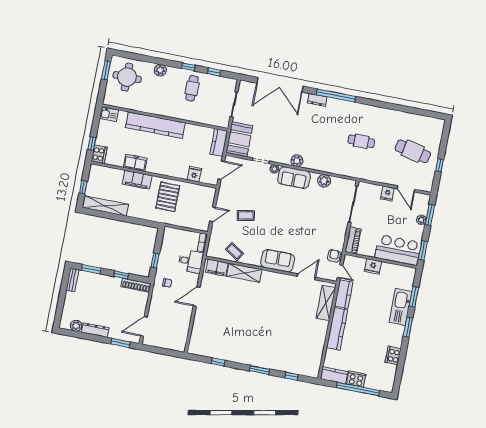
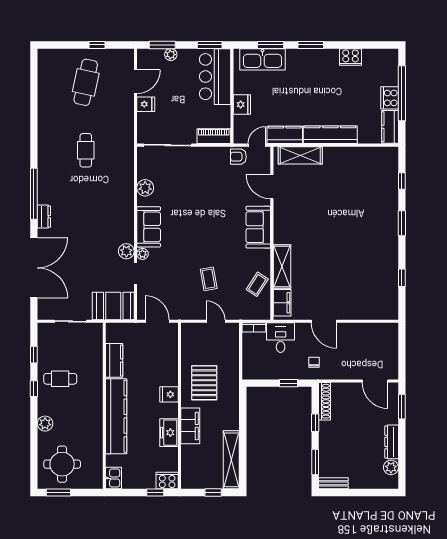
kitchen counter: (219, 143) -> (114, 360), moved, turned -90
plant: (297, 161) -> (126, 251), moved
fridge: (194, 174) -> (169, 394), moved
pallet: (168, 197) -> (204, 383), turned 90
kitchen sink: (401, 307) -> (262, 59), moved

